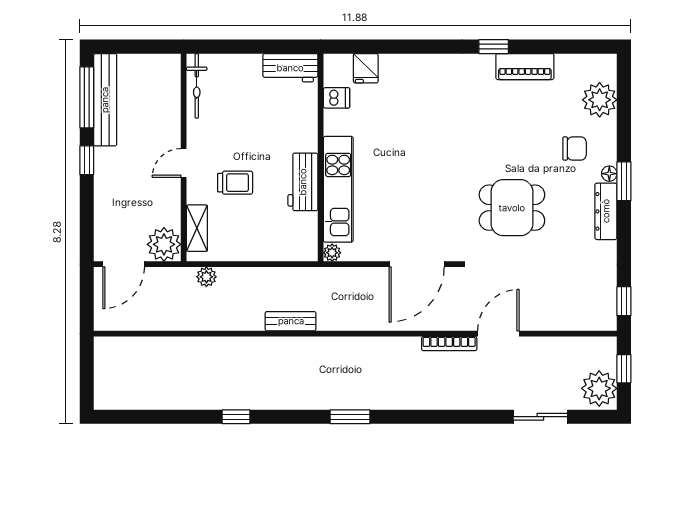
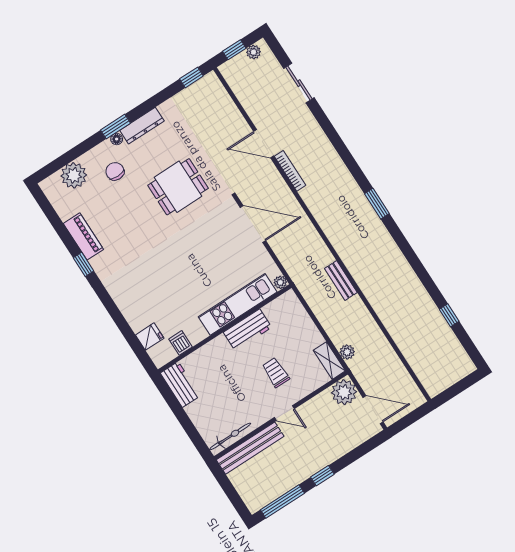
bench: (105, 100) -> (250, 448), moved
dining table: (512, 208) -> (178, 187), turned 90
shelving: (197, 228) -> (329, 361), moved, turned 90
plant: (599, 388) -> (254, 52), width x0.53, depth x0.53
window: (236, 417) -> (449, 315), moved

